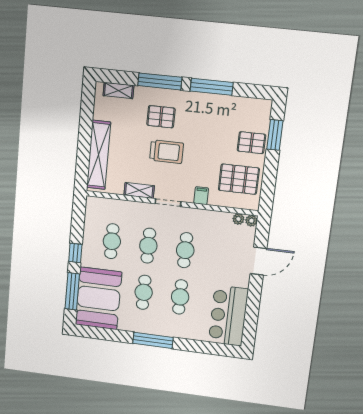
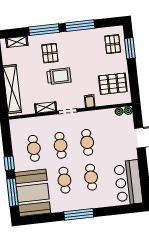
pallet: (161, 117) -> (50, 53), turned 90
pallet: (251, 143) -> (113, 44), moved, turned 90

